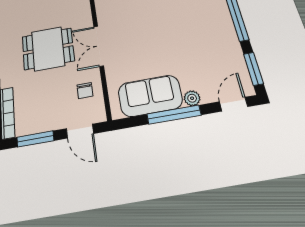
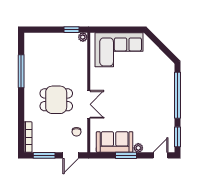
double door: (99, 46) -> (89, 104), swing flipped
window: (174, 115) -> (126, 155), width x0.69
door: (80, 131) -> (71, 155), hinge flipped

